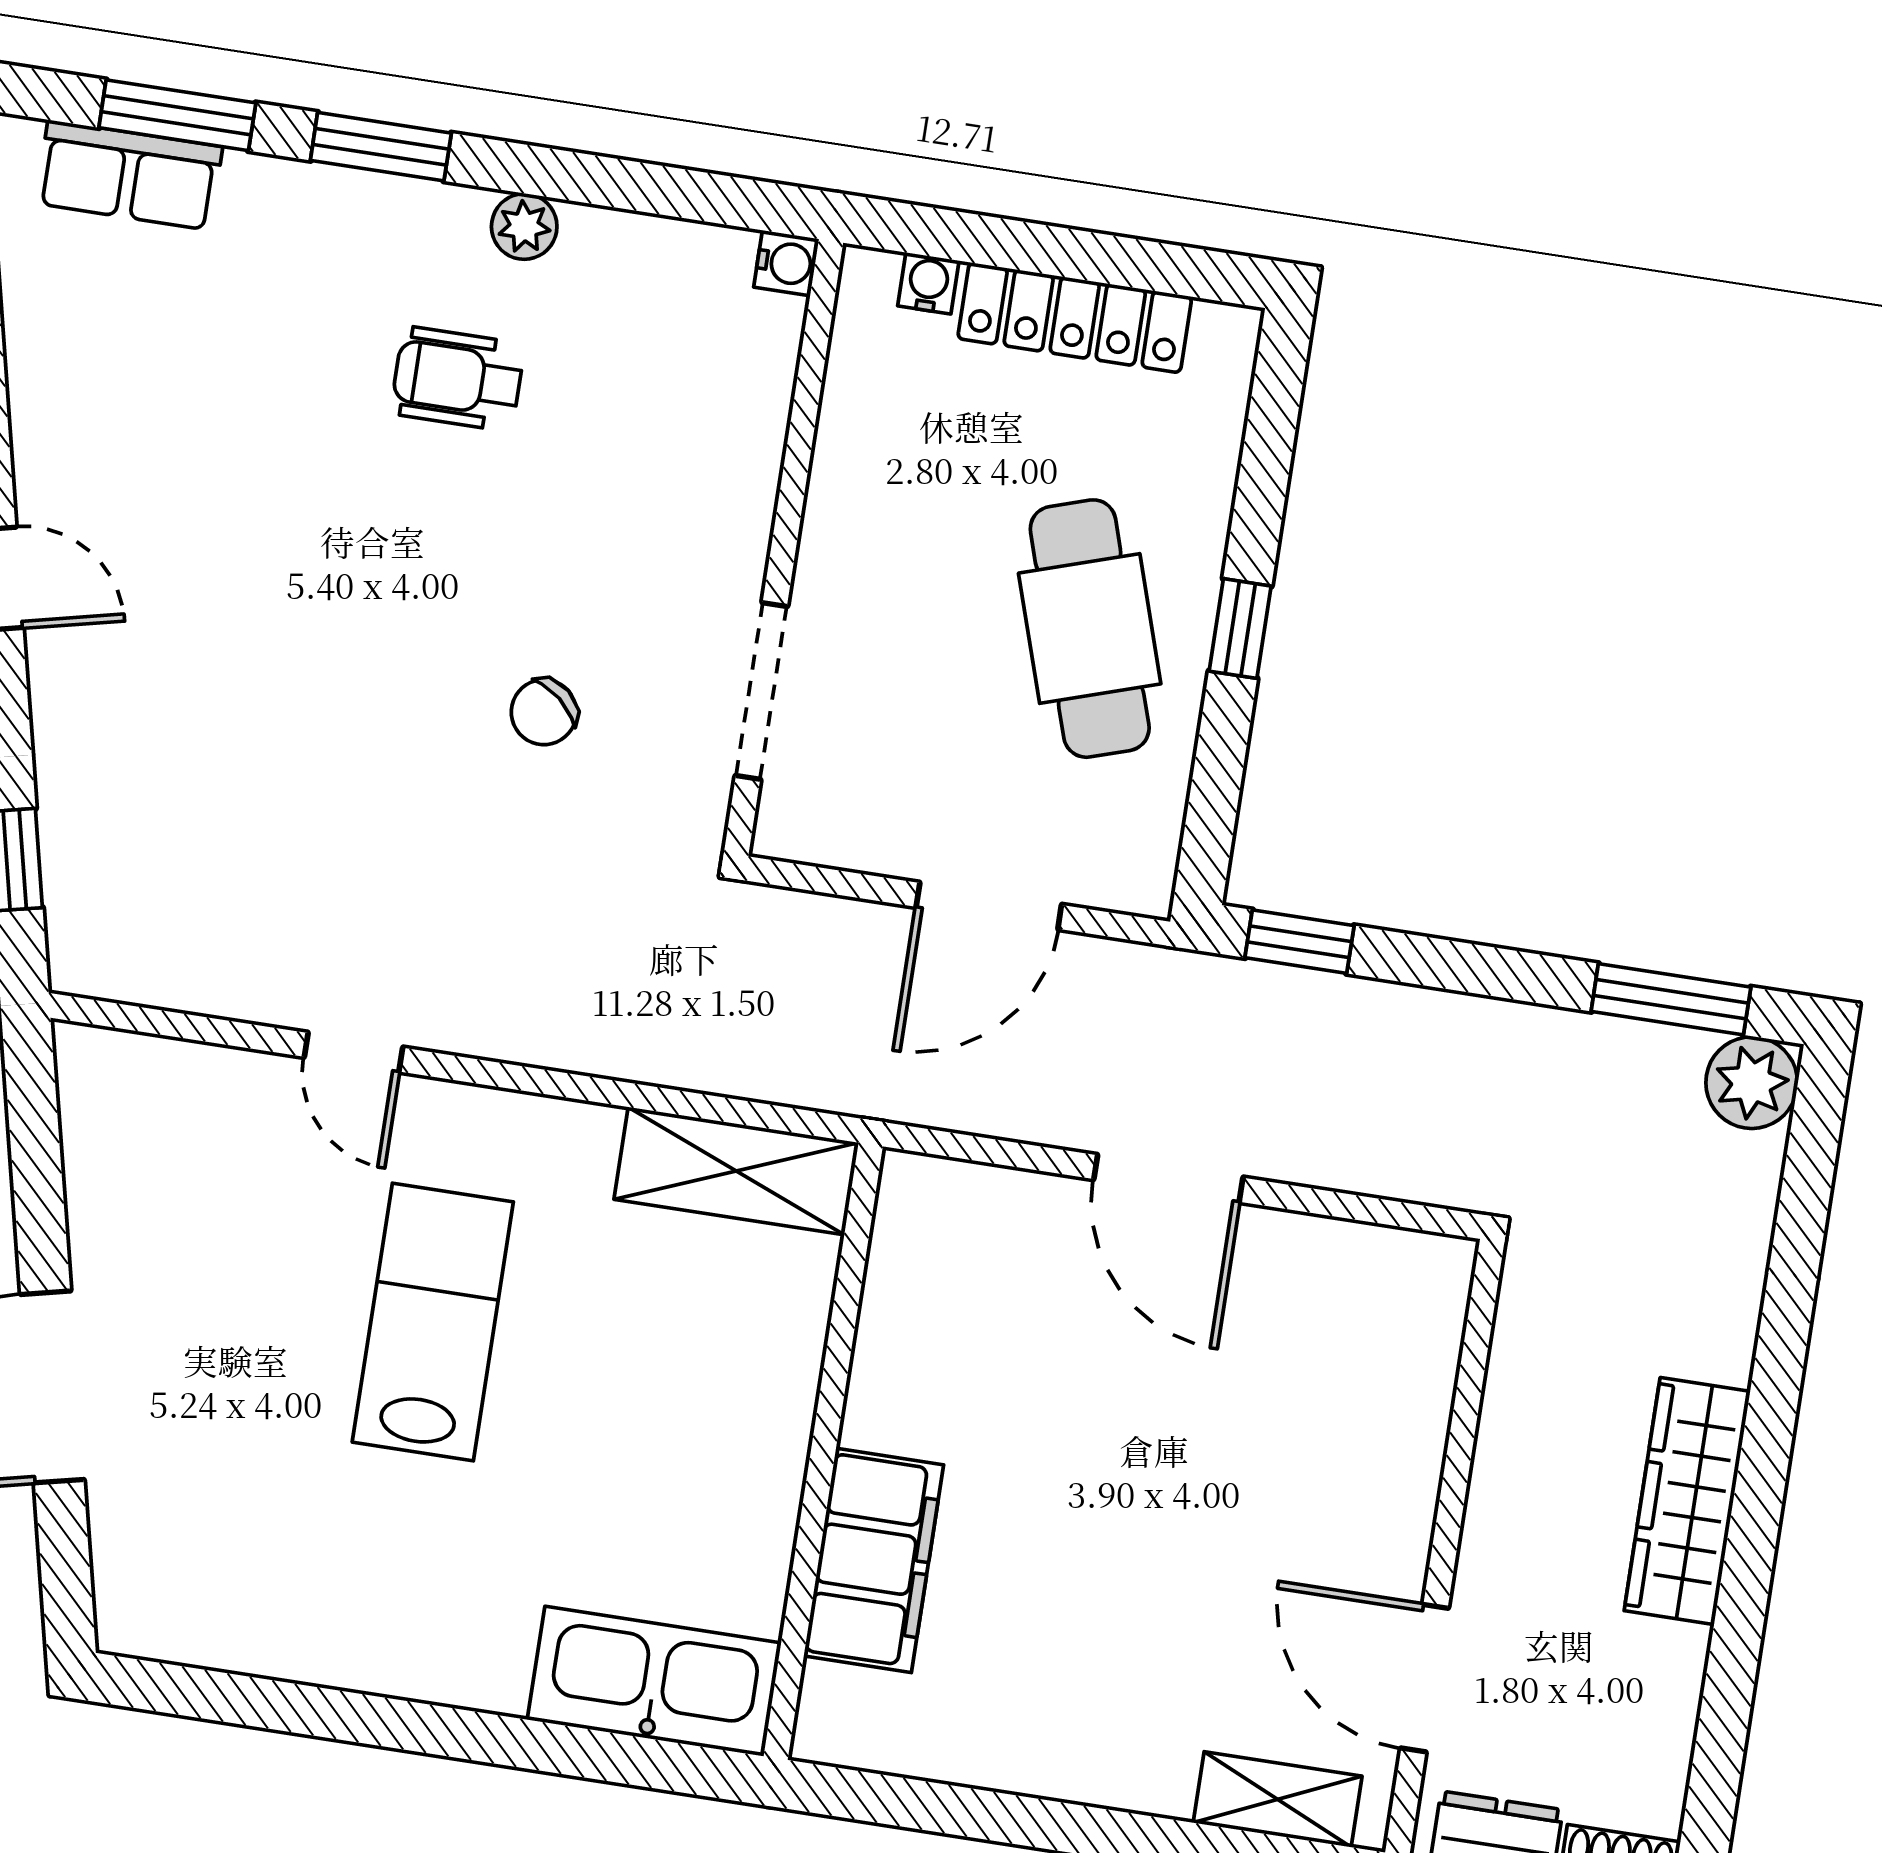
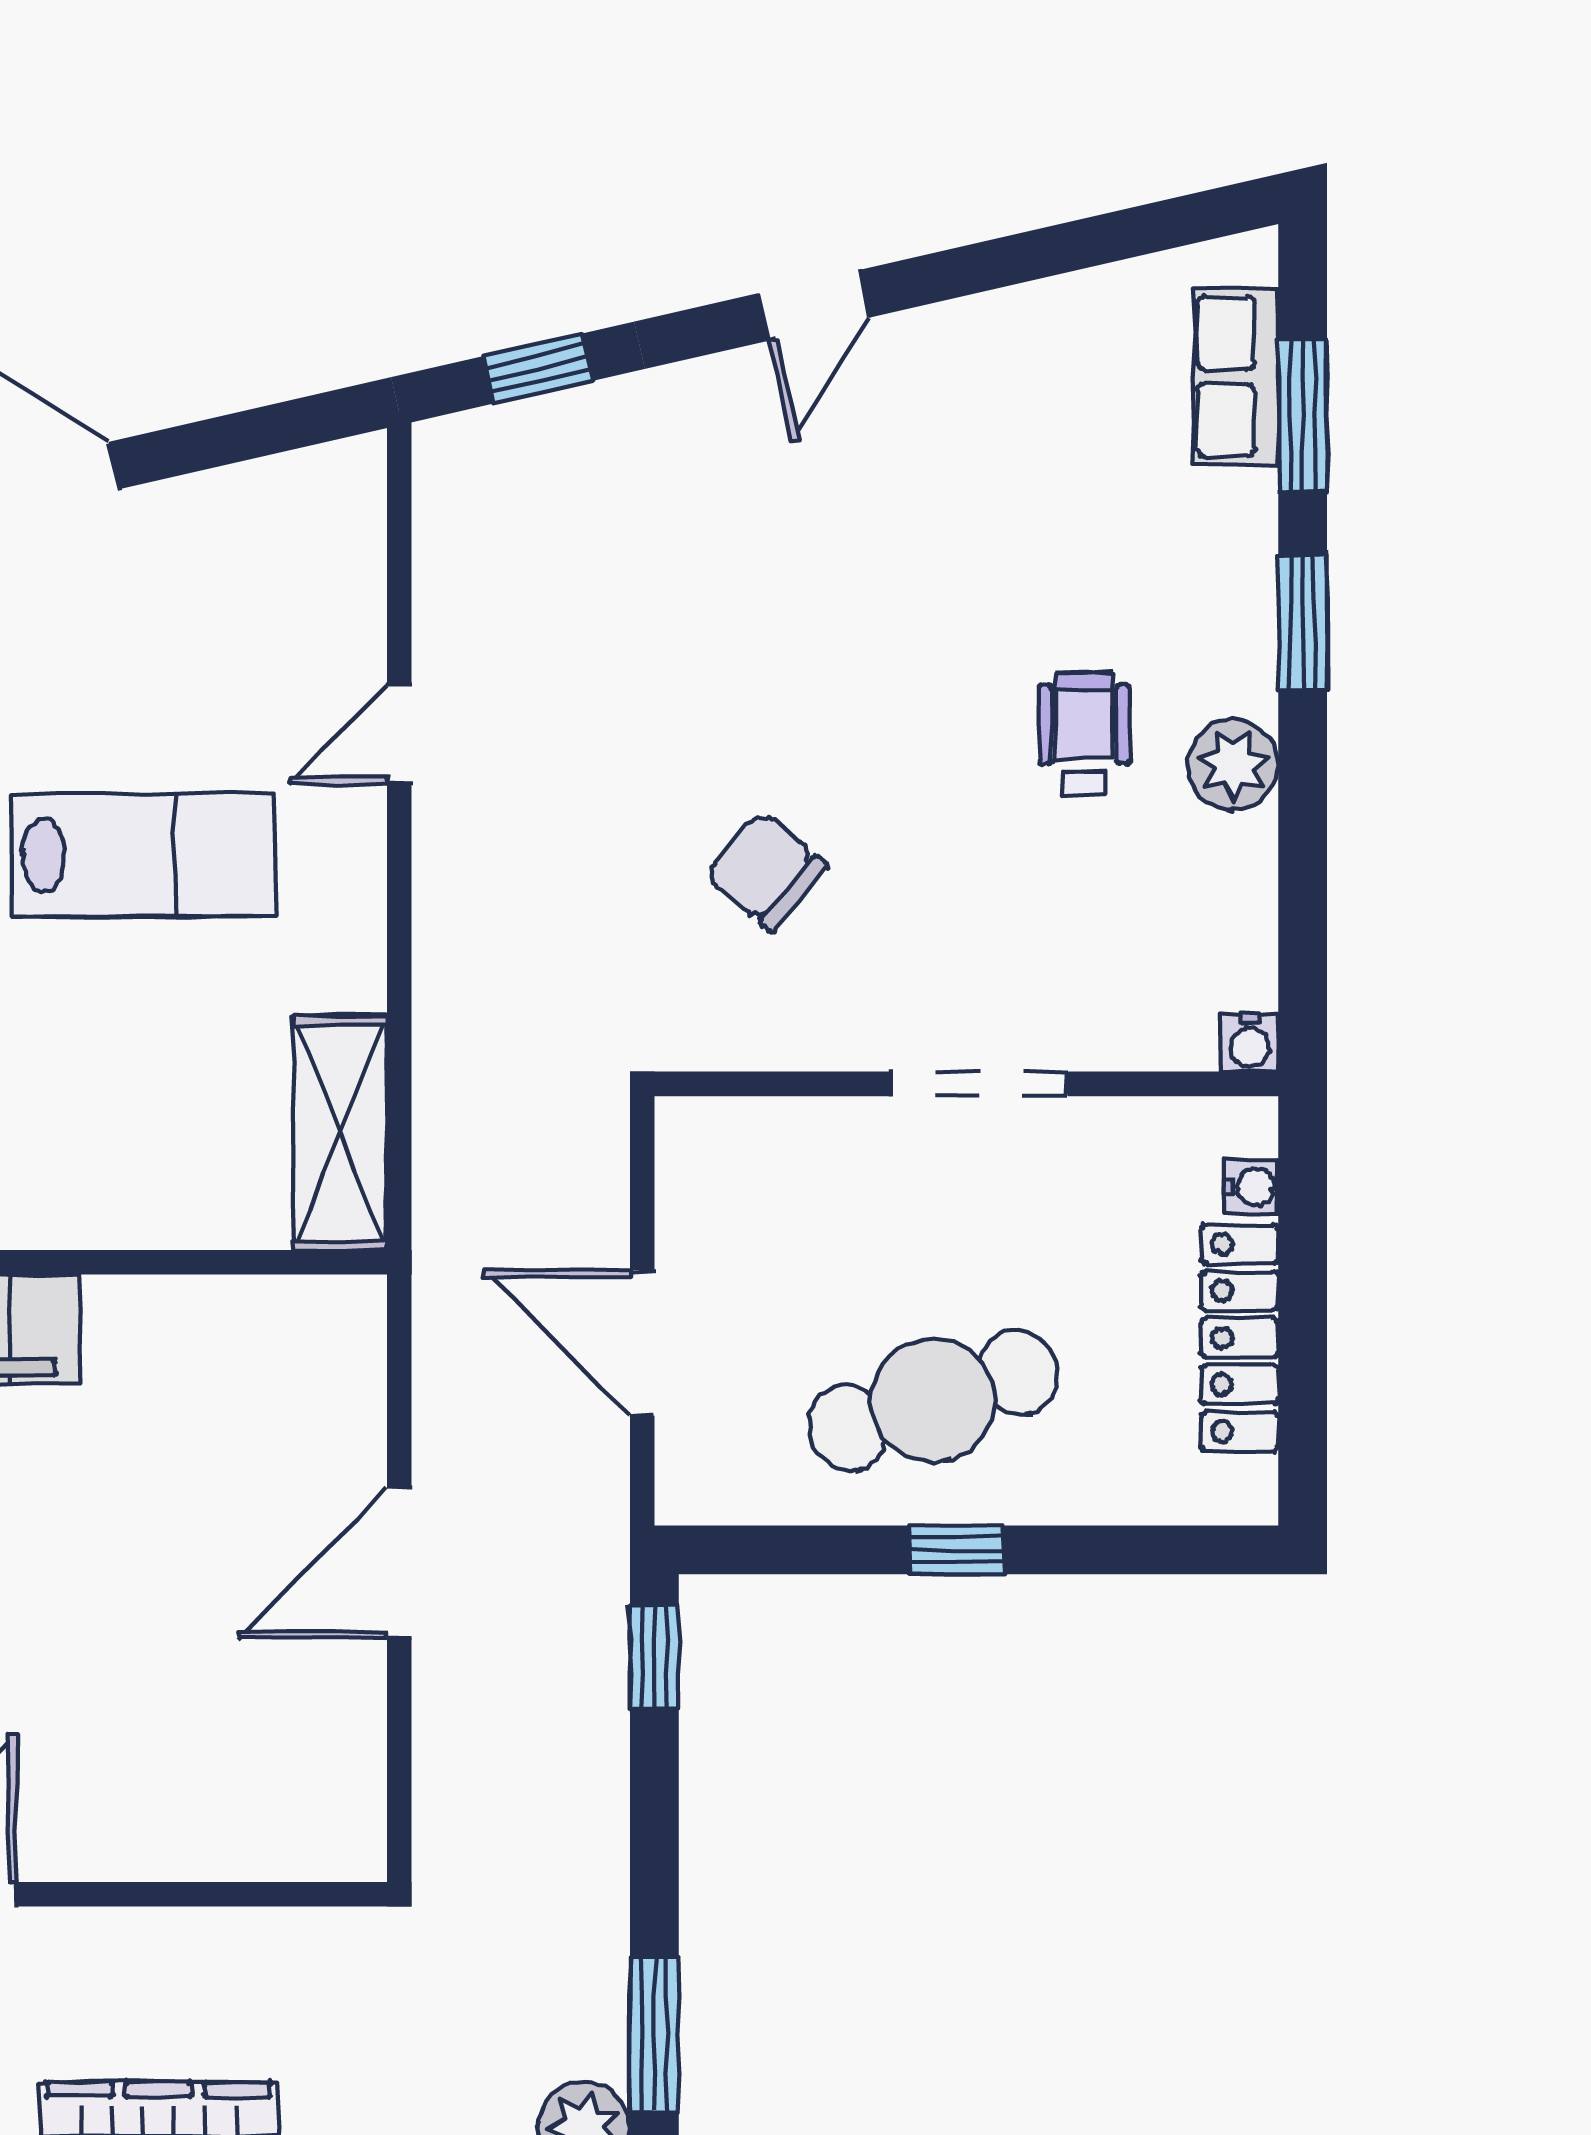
plant: (524, 227) -> (1233, 765), width x1.38, depth x1.38
doorway: (761, 691) -> (979, 1084), moved
chair: (544, 712) -> (766, 871), width x1.37, depth x1.37

